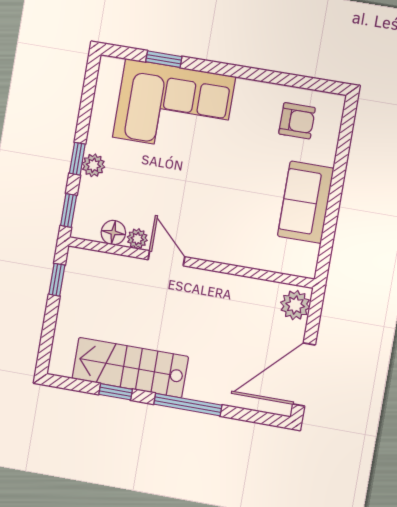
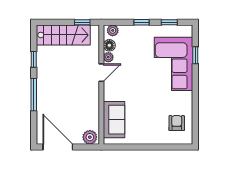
armchair: (297, 121) -> (177, 123), turned 180
plant: (93, 165) -> (113, 30), moved
sofa: (306, 202) -> (114, 120), moved, turned 90
window: (69, 210) -> (169, 22), moved
stairs: (130, 368) -> (63, 35), moved, turned 90

